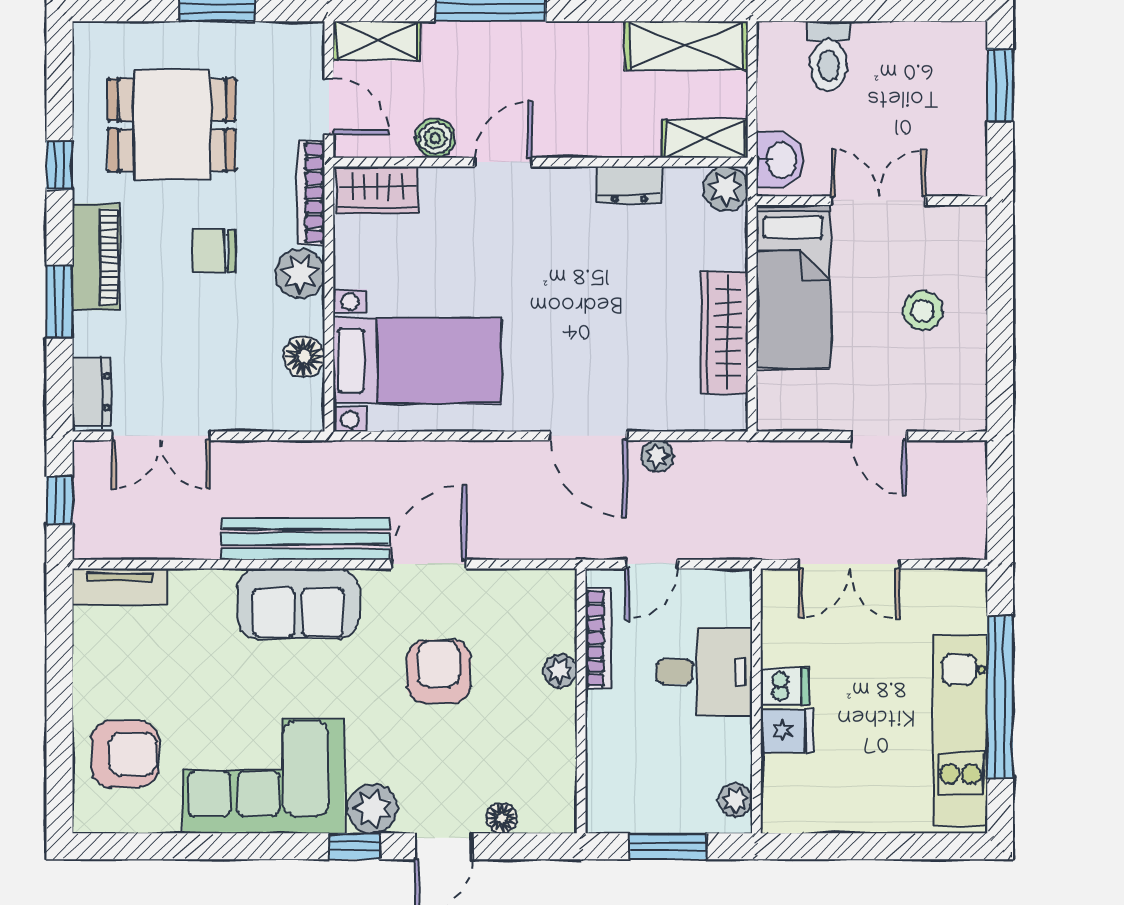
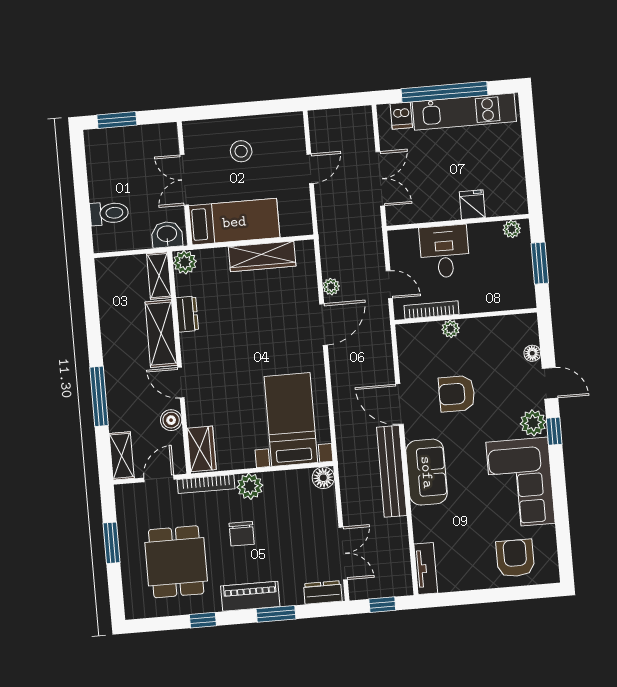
shelving: (686, 46) -> (161, 334), moved
floor lamp: (304, 357) -> (323, 478), moved
dishwasher: (785, 687) -> (401, 116), moved, turned 180

